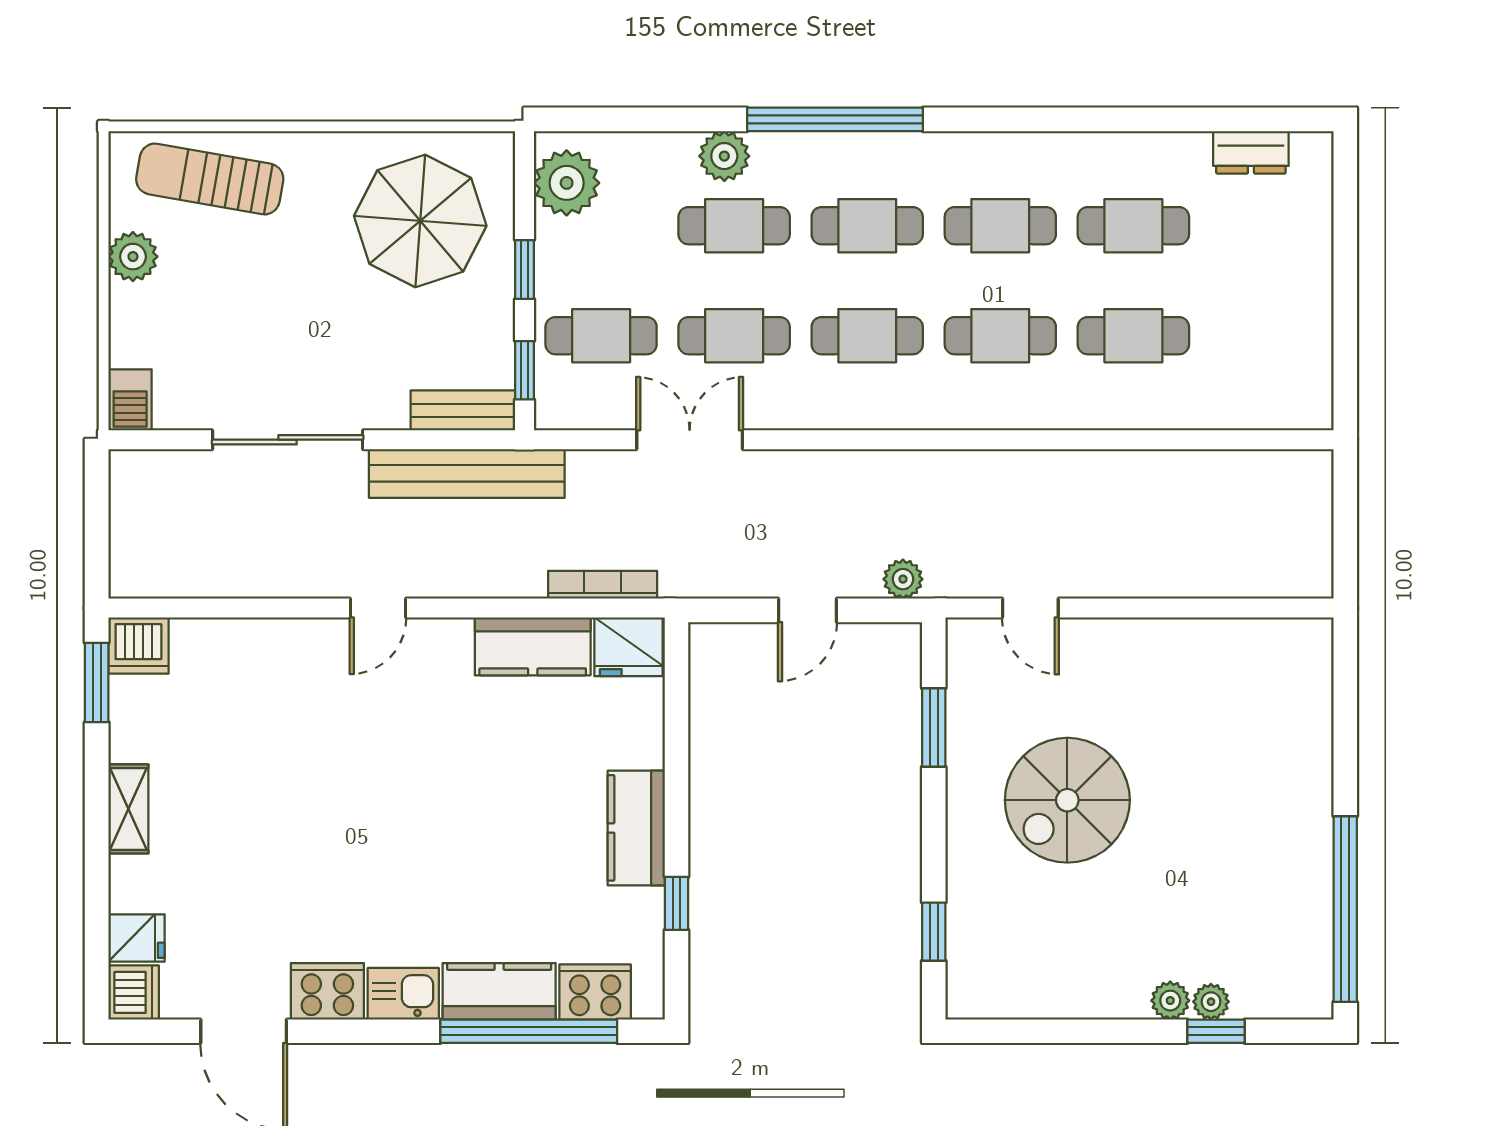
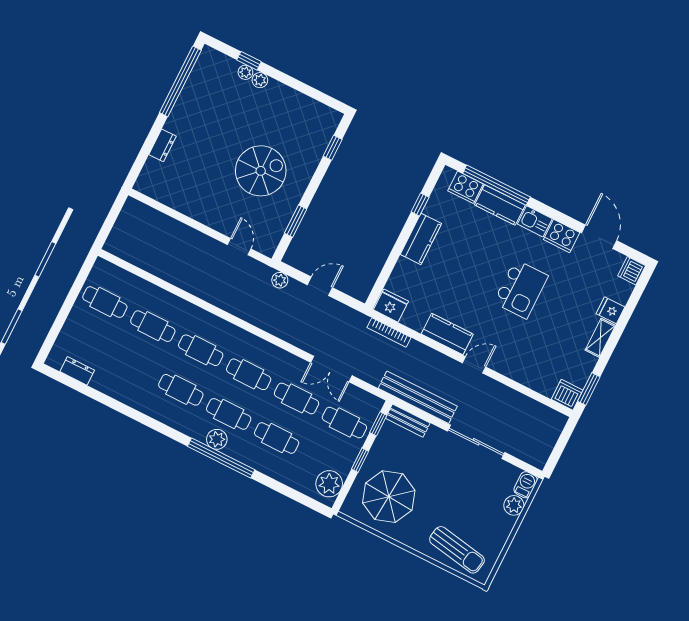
plant: (724, 156) -> (217, 439), moved
cafe table: (1133, 226) -> (105, 302), moved
plant: (133, 257) -> (514, 505), moved
kitchen counter: (533, 646) -> (447, 334), moved
dresser: (1313, 747) -> (163, 145), added
kitchen island: (359, 828) -> (521, 289), added
fridge: (137, 938) -> (610, 310), moved

